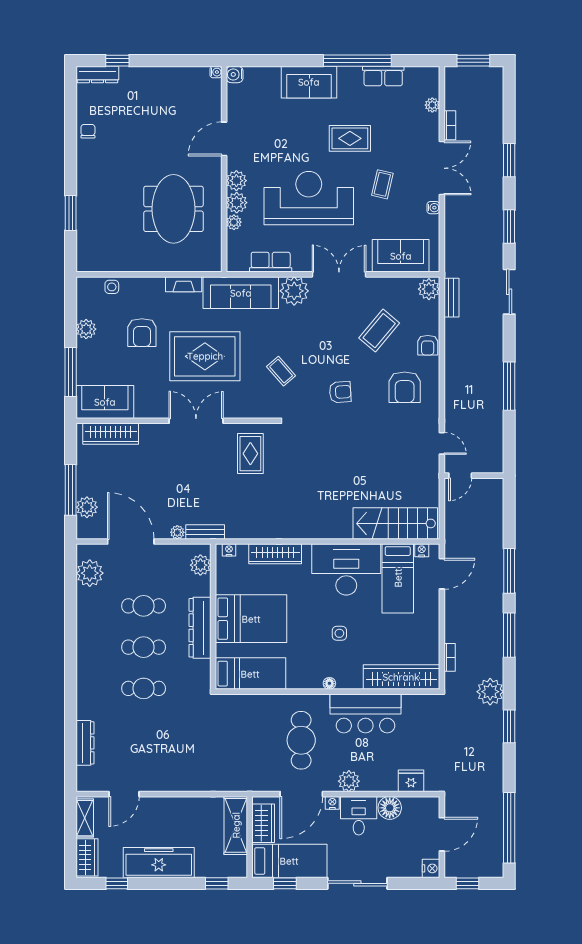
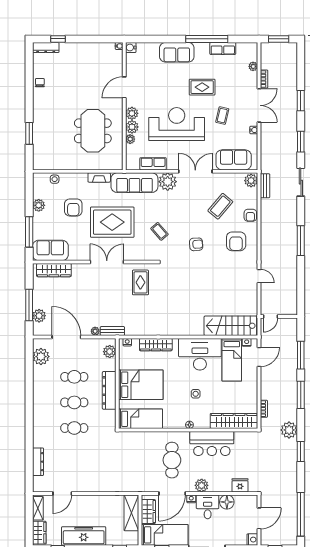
door: (460, 476) -> (270, 317), moved
wall: (474, 476) -> (279, 317), moved

